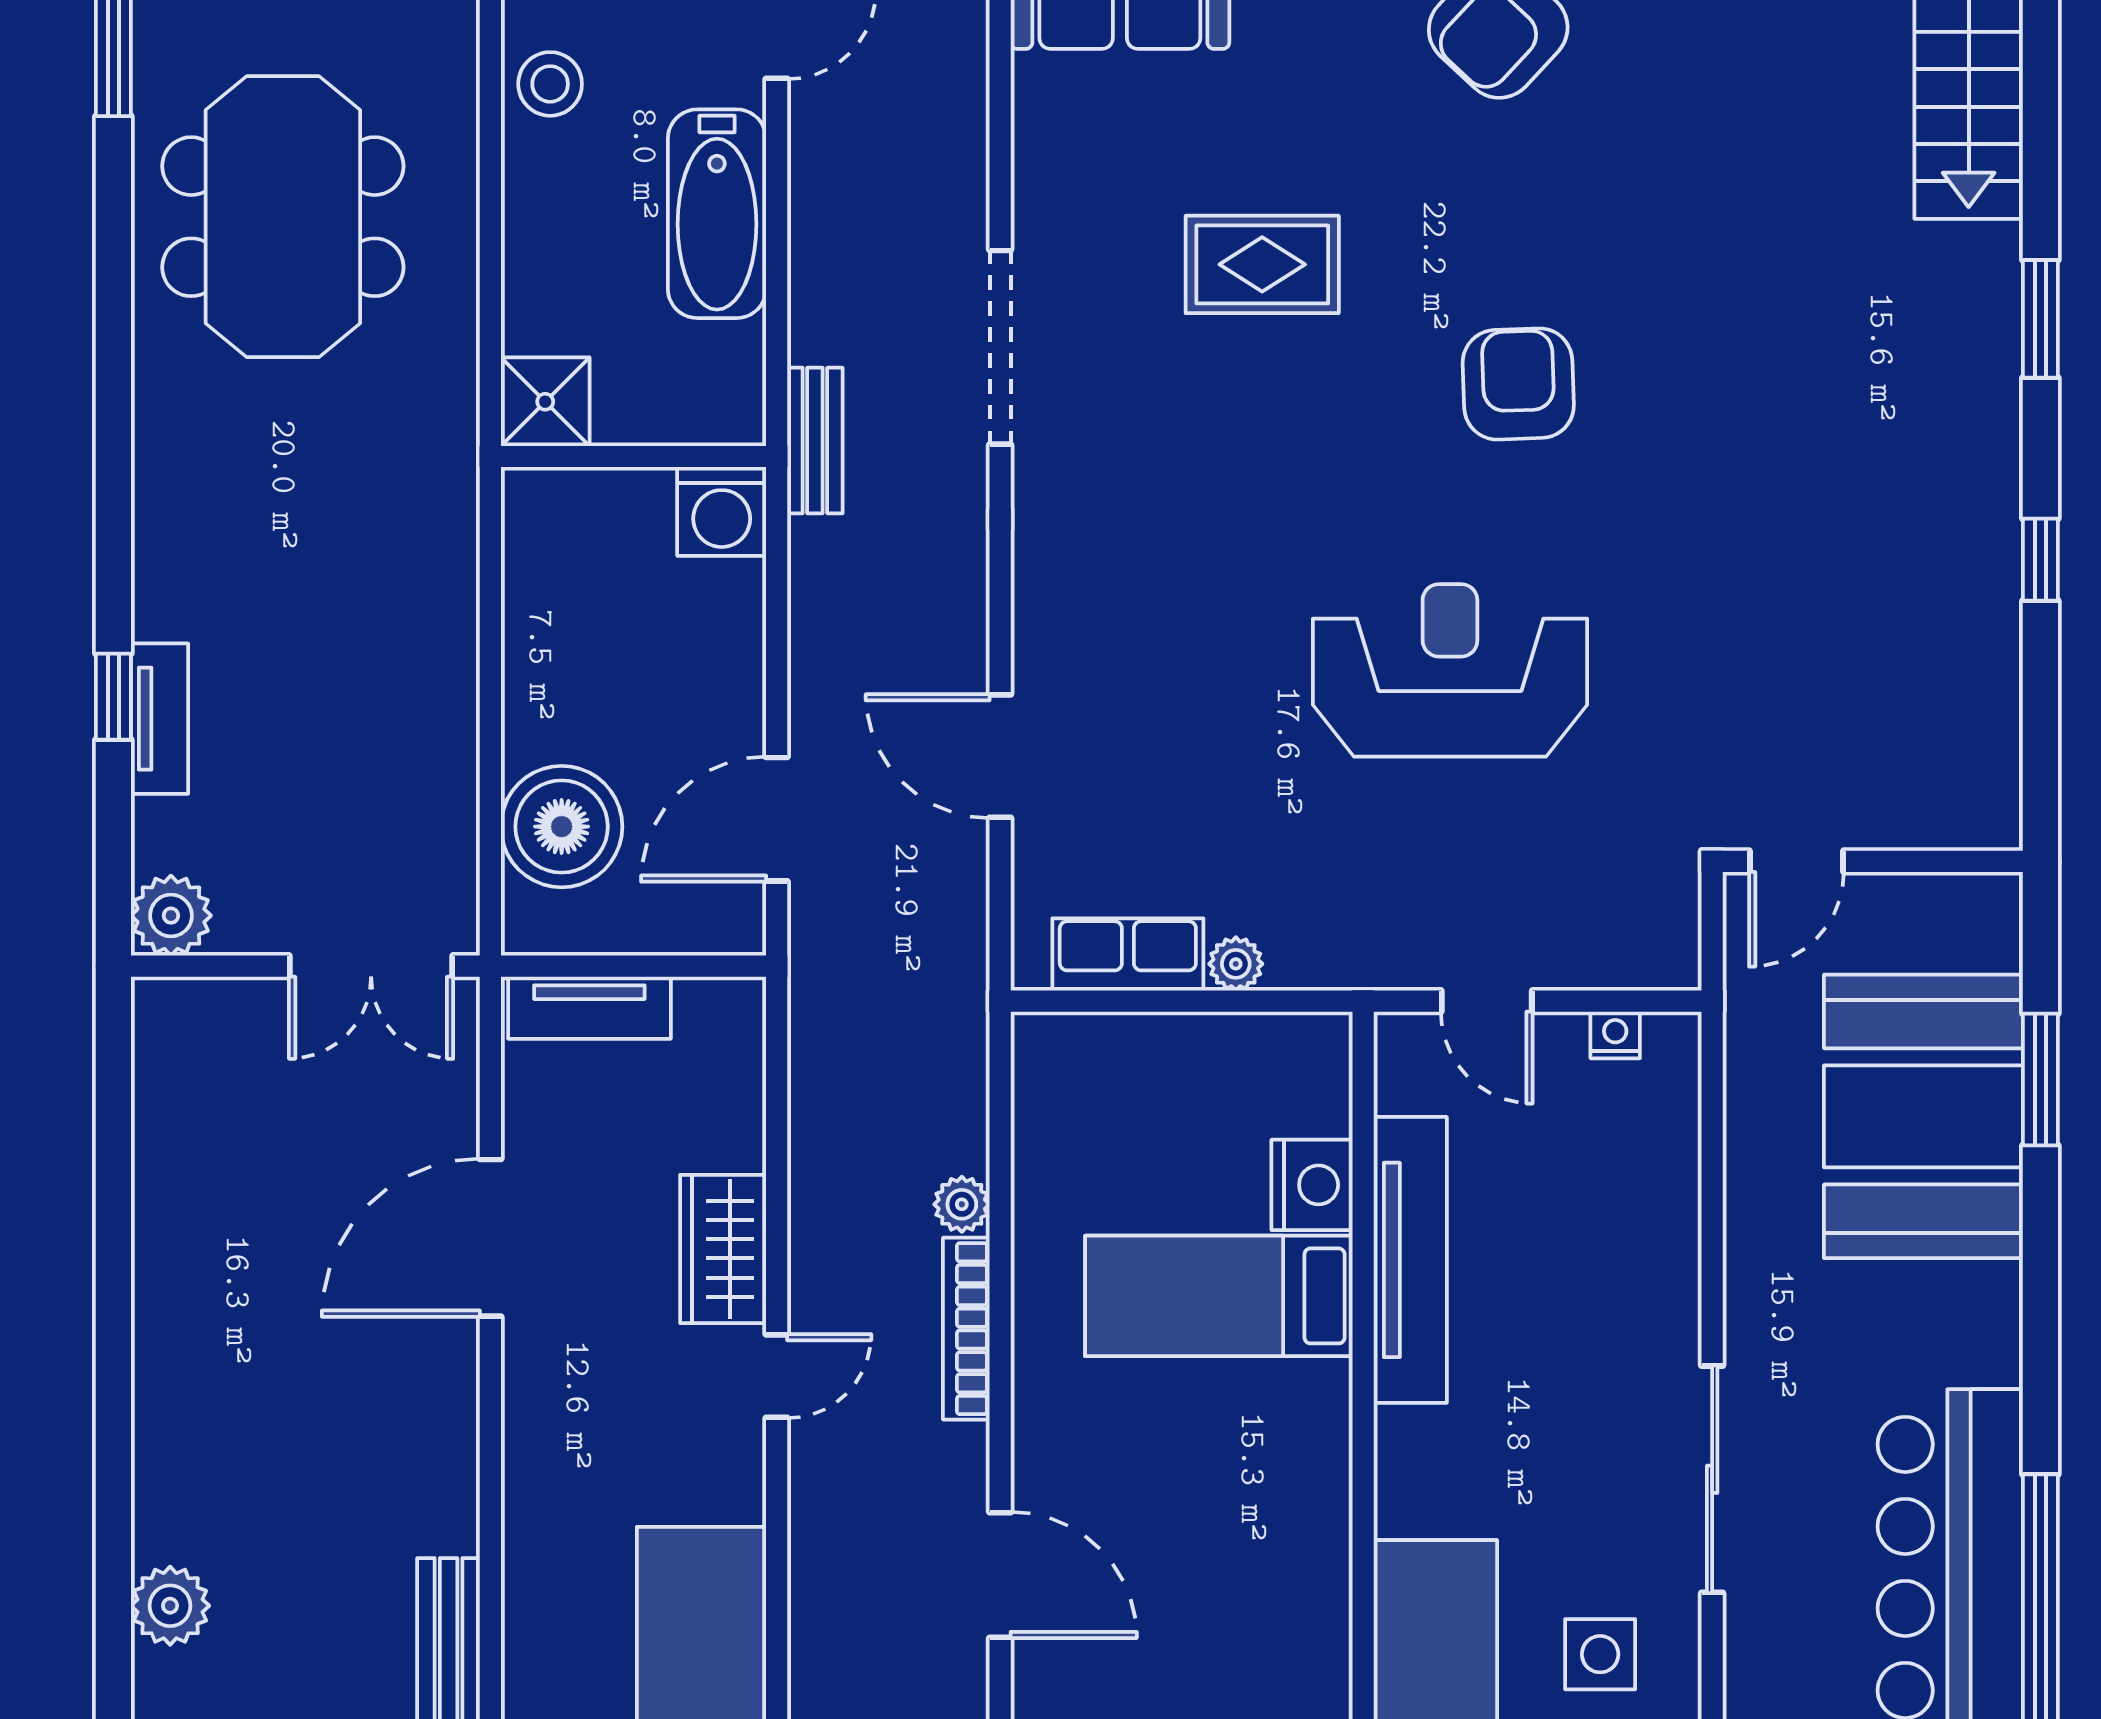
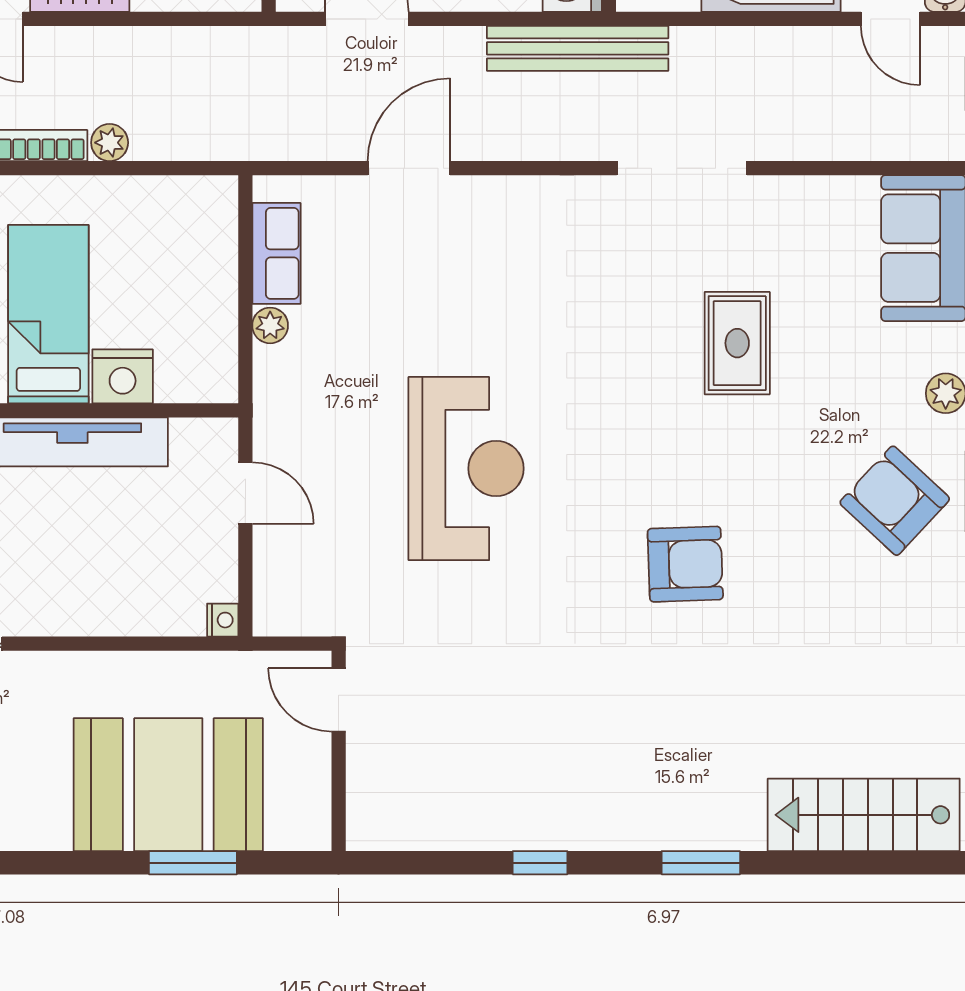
armchair: (1518, 384) -> (685, 564), moved
bench: (815, 440) -> (578, 48), width x1.86, depth x1.21
door: (1487, 1001) -> (245, 493), swing flipped
nightstand: (1615, 1035) -> (223, 620), moved

